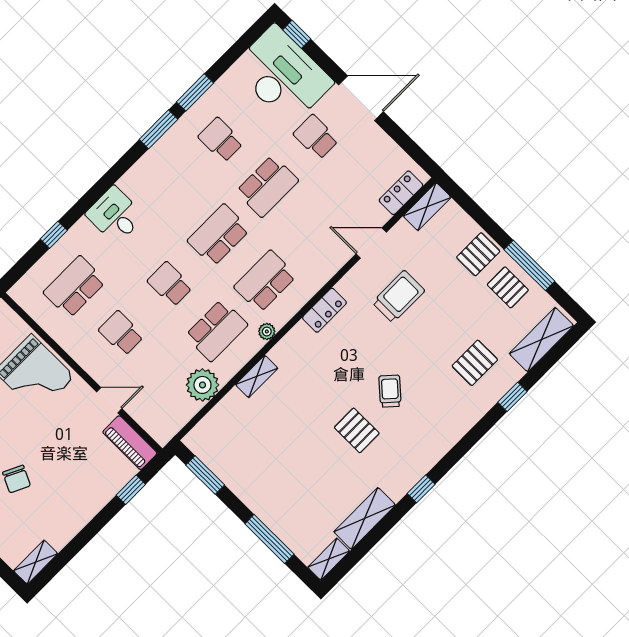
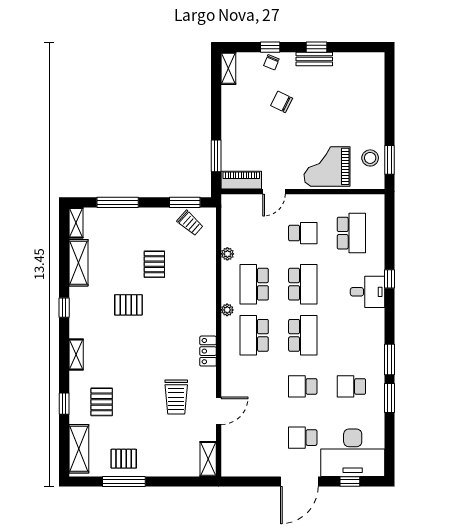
window: (297, 34) -> (350, 481), moved
school desk: (316, 137) -> (303, 438), turned 180
school desk: (221, 140) -> (351, 386), turned 180
school desk: (267, 186) -> (303, 386), width x0.54
locker: (401, 193) -> (229, 453), removed
window: (54, 235) -> (389, 279), moved
pallet: (478, 254) -> (154, 264), moved
school desk: (265, 281) -> (254, 335), turned 180
school desk: (170, 284) -> (303, 284), width x1.85
shelving: (257, 376) -> (76, 354), moved
plant: (202, 385) -> (227, 254), width x0.53, depth x0.53
trolley: (390, 391) -> (190, 223), moved
window: (131, 490) -> (216, 156), width x1.50

